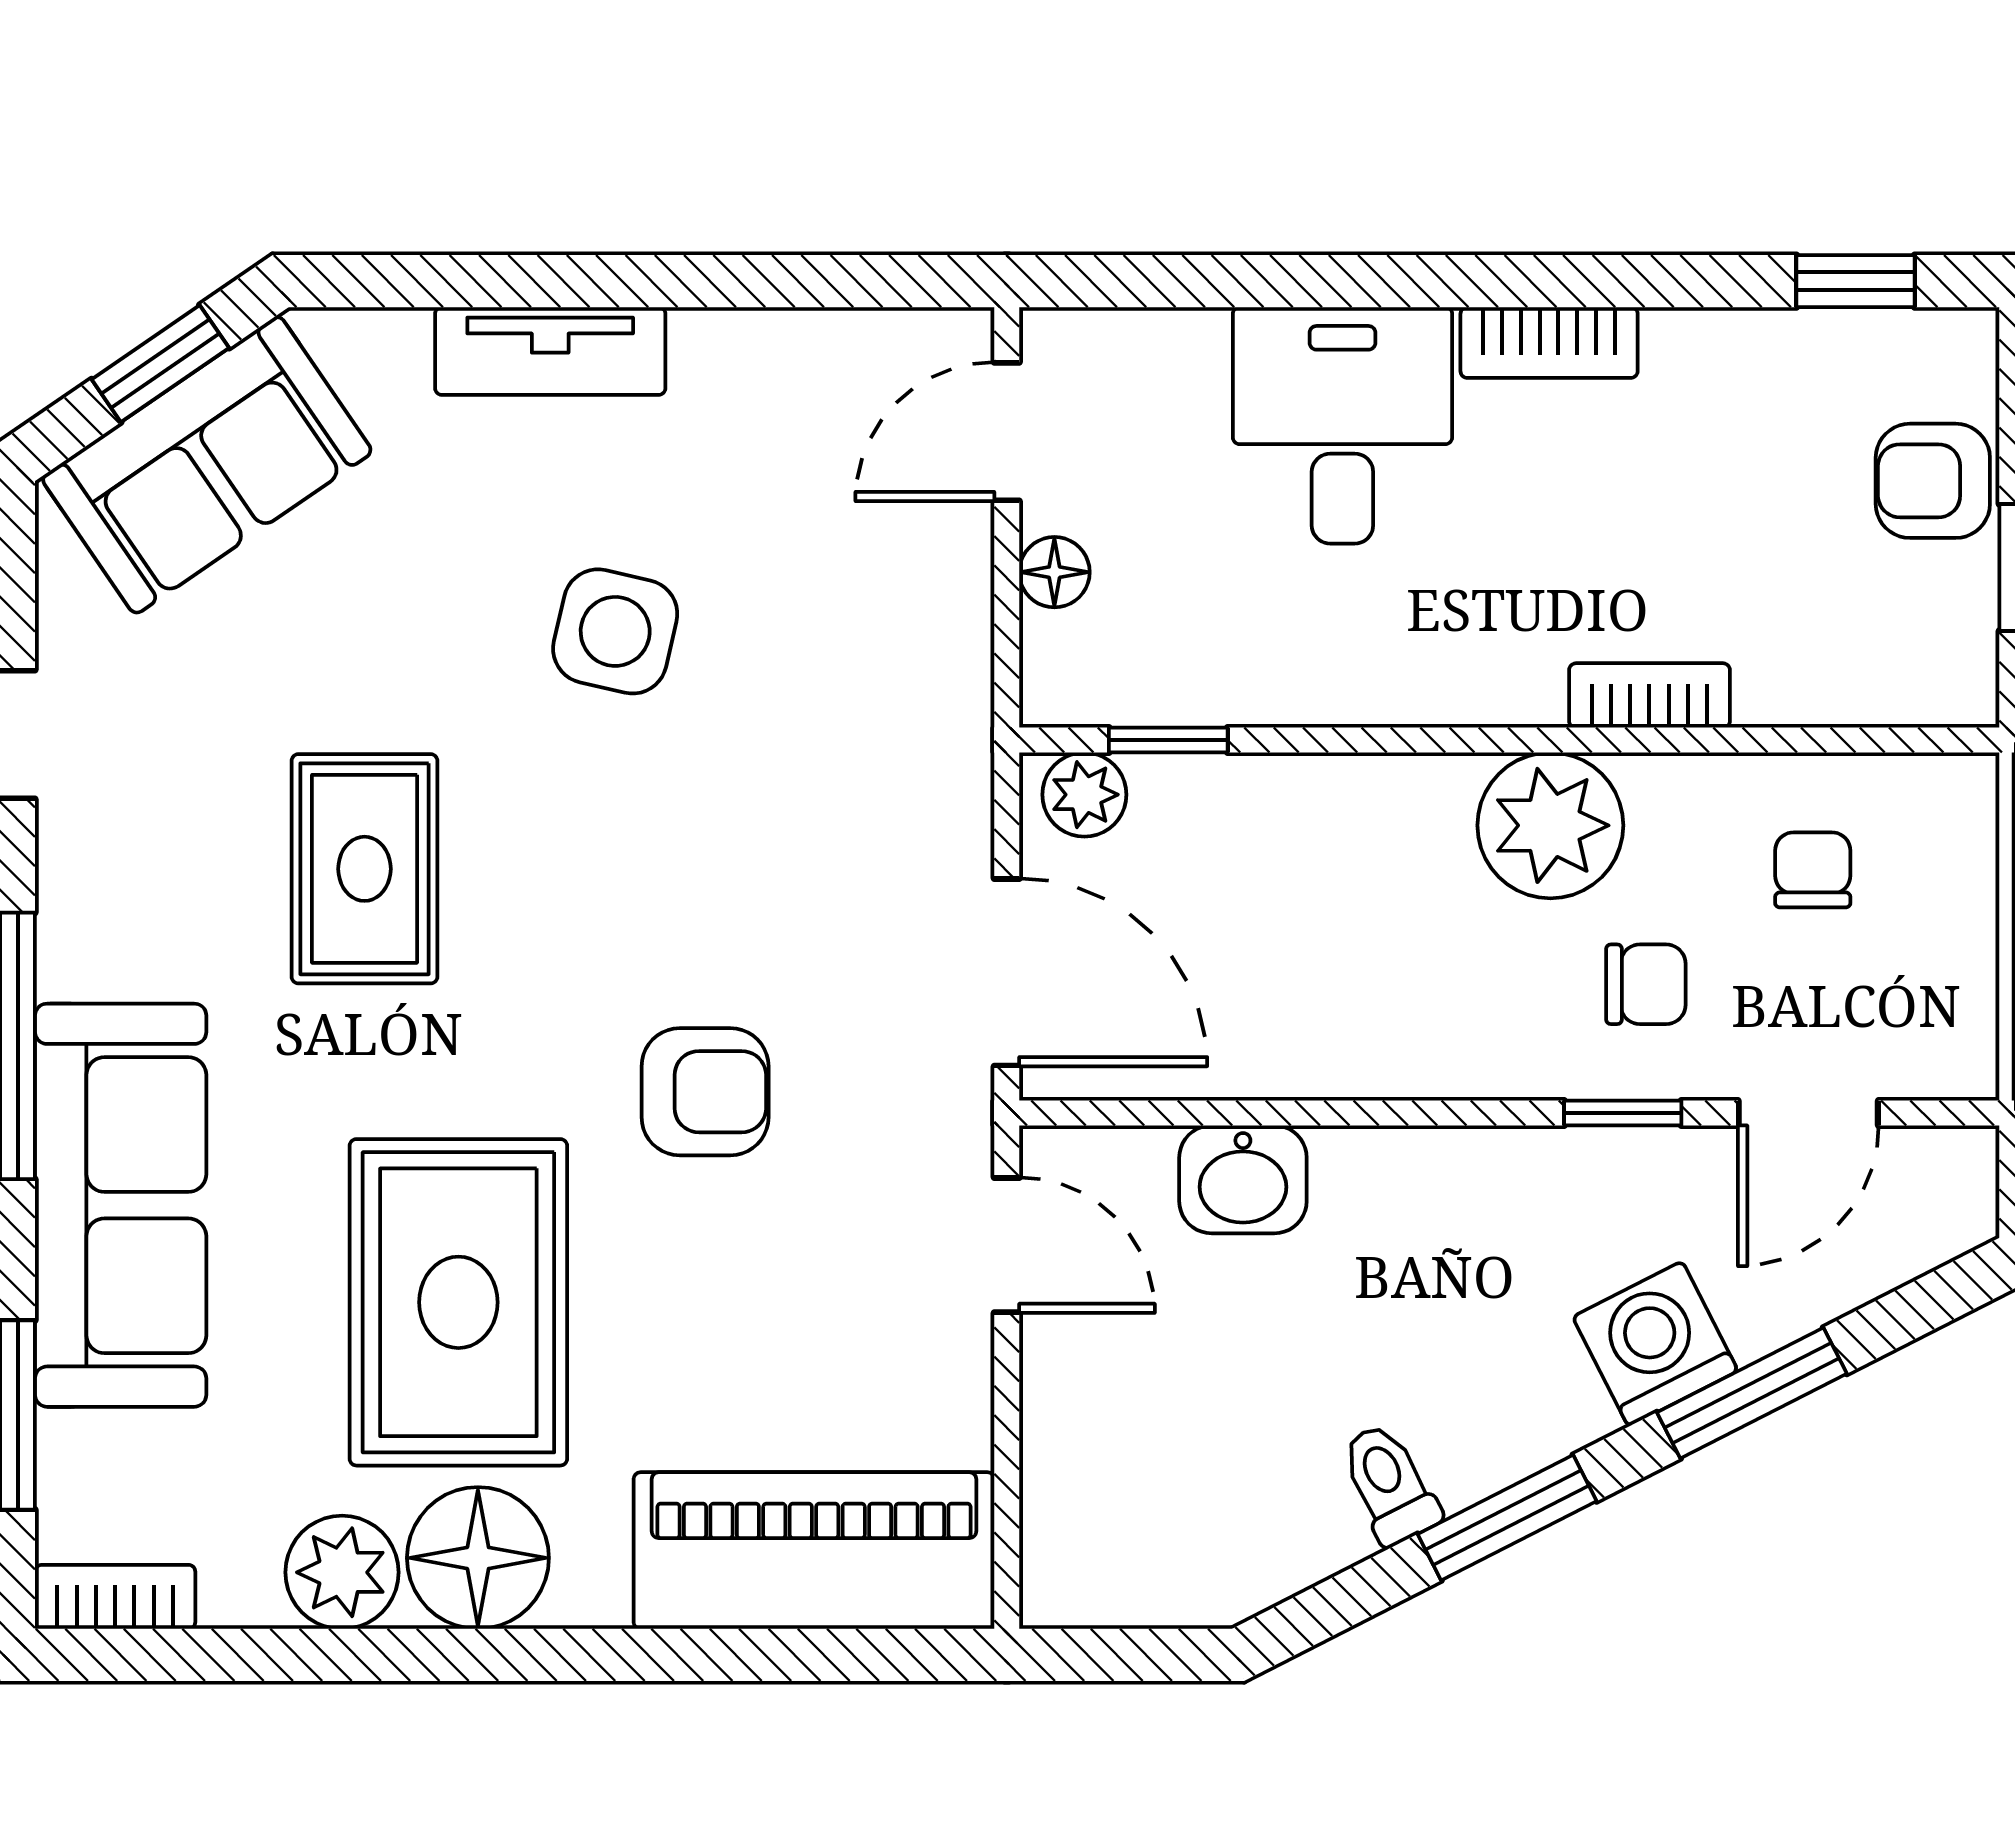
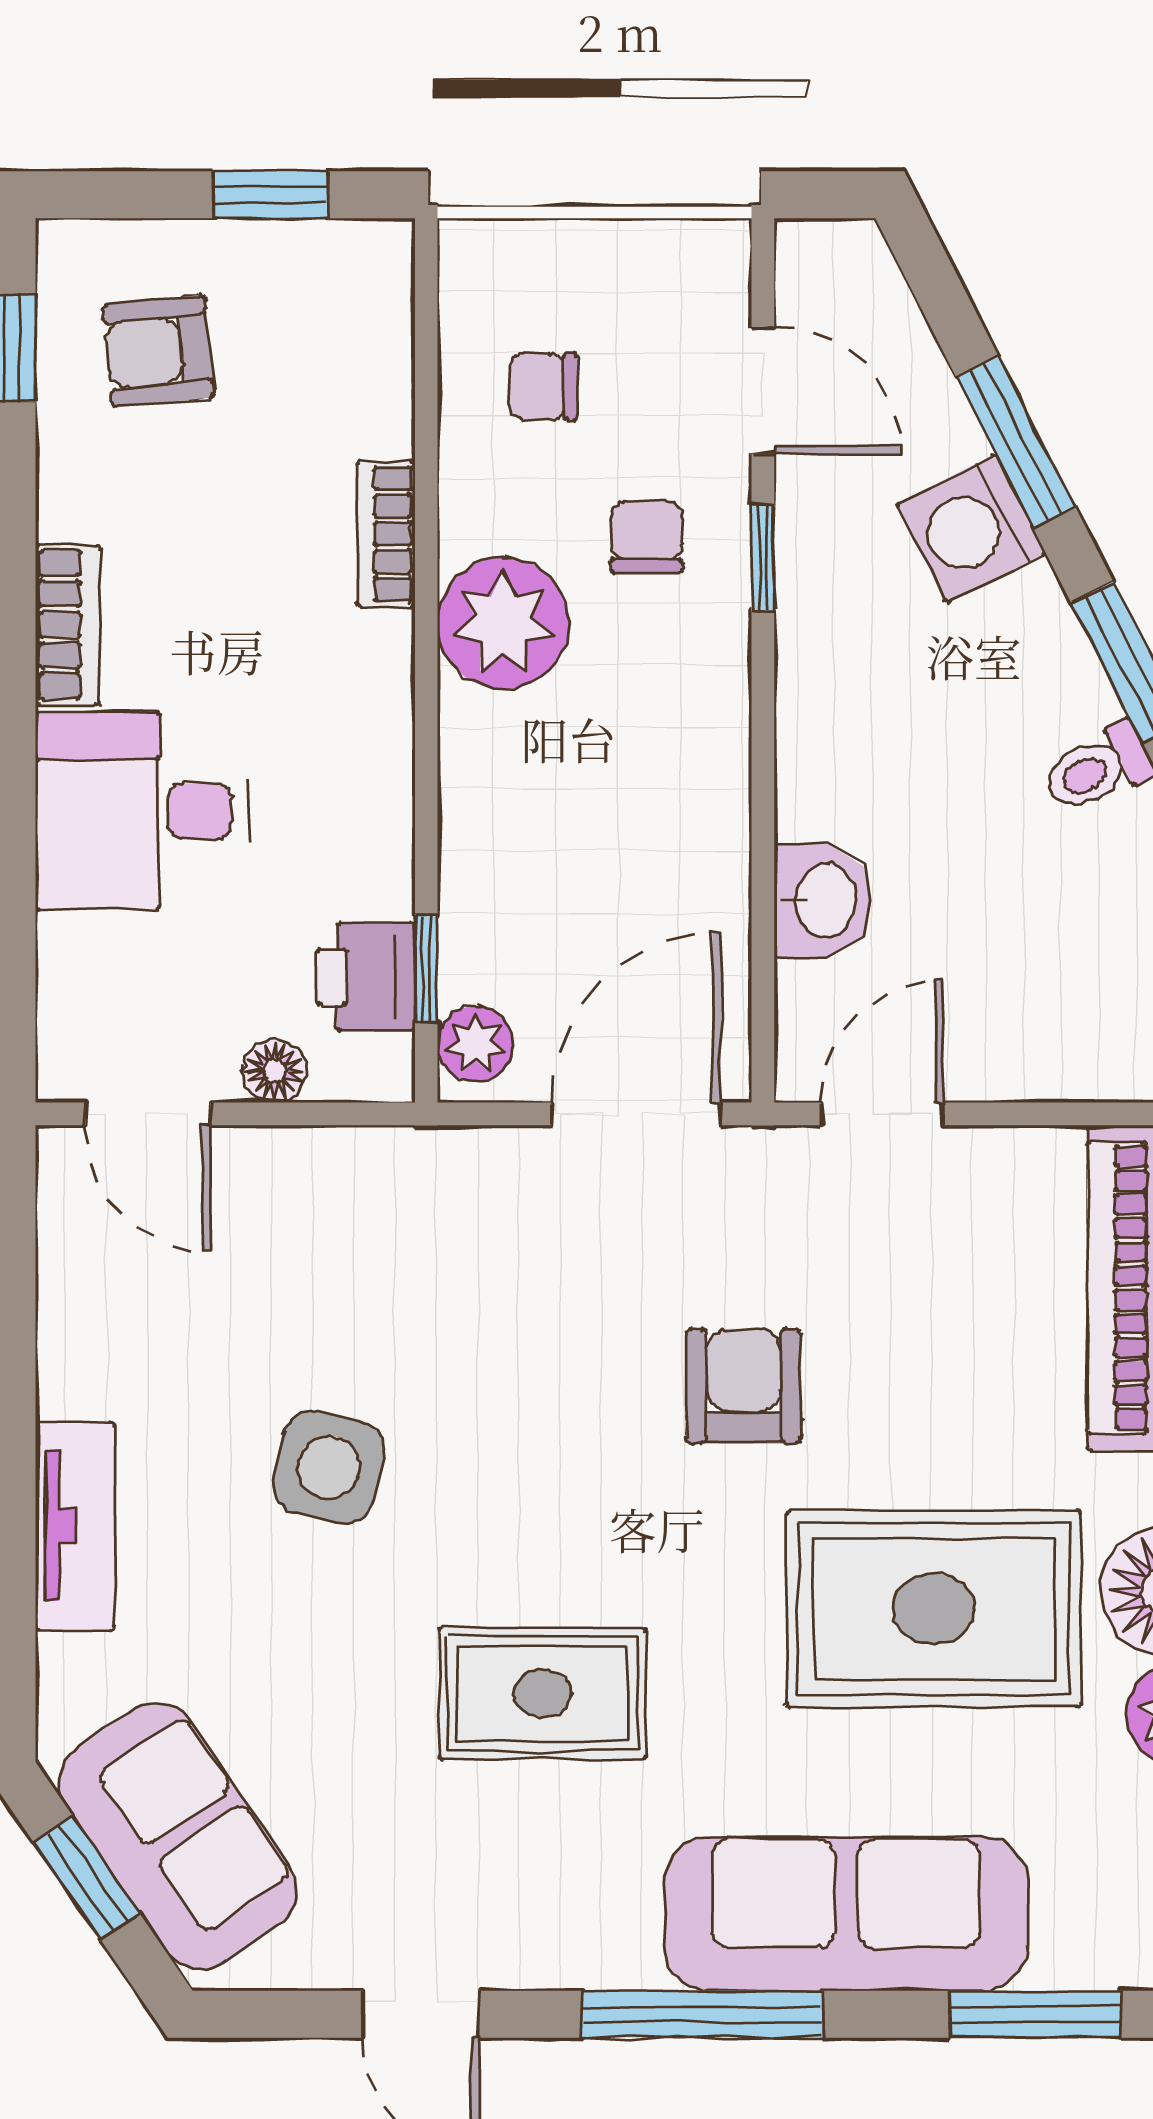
armchair: (1933, 481) -> (159, 351), moved, turned 84
printer: (1158, 673) -> (366, 977), added

